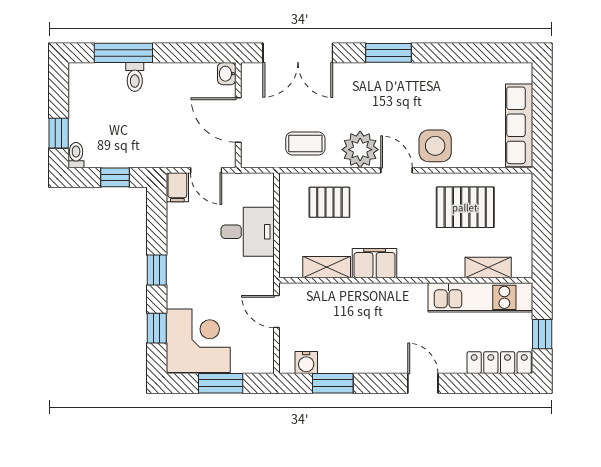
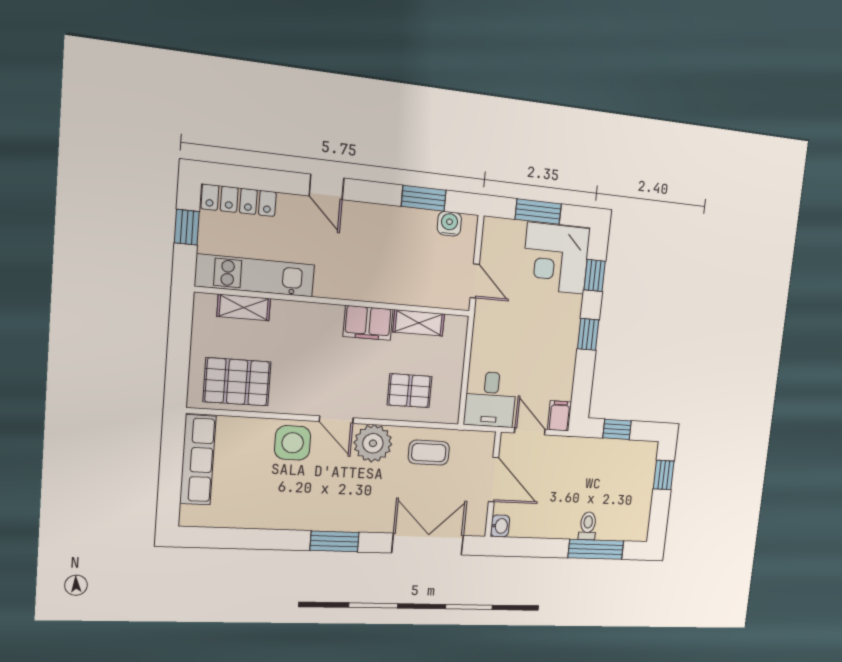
toilet: (76, 155) -> (650, 453), removed
pallet: (465, 207) -> (237, 382), moved
desk: (248, 232) -> (490, 399), moved, turned -90

